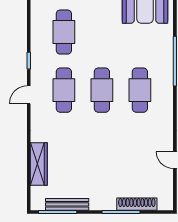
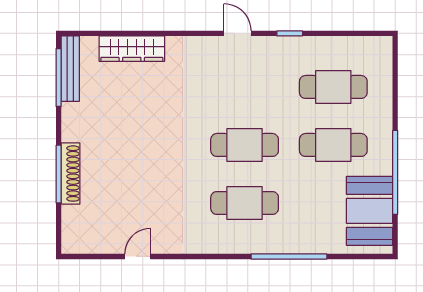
cafe table: (64, 90) -> (333, 145), moved
bench: (67, 204) -> (70, 69), moved
shoe rack: (137, 204) -> (71, 174), moved

